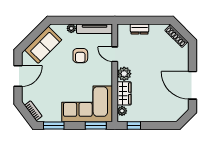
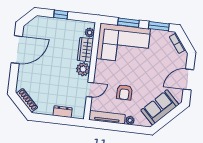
door: (115, 54) -> (90, 90), hinge flipped
armchair: (80, 56) -> (124, 92), turned 180
door: (193, 85) -> (17, 50), hinge flipped
window: (96, 125) -> (128, 23), moved
window: (134, 125) -> (61, 15), moved

